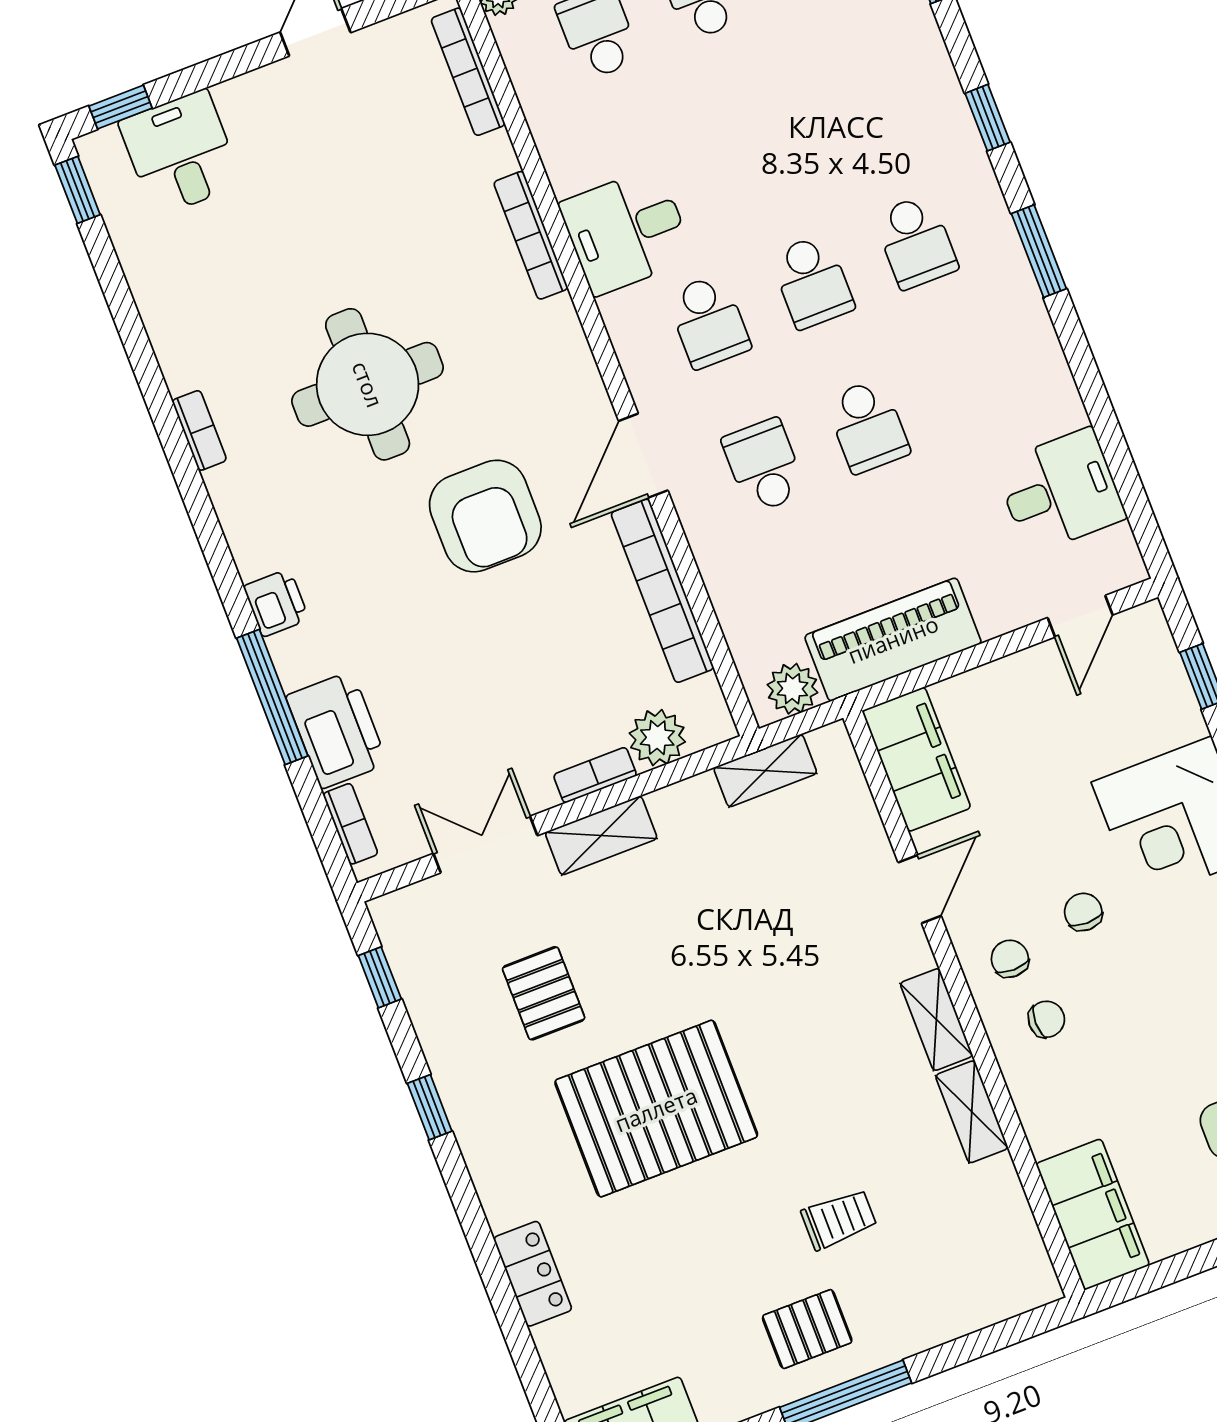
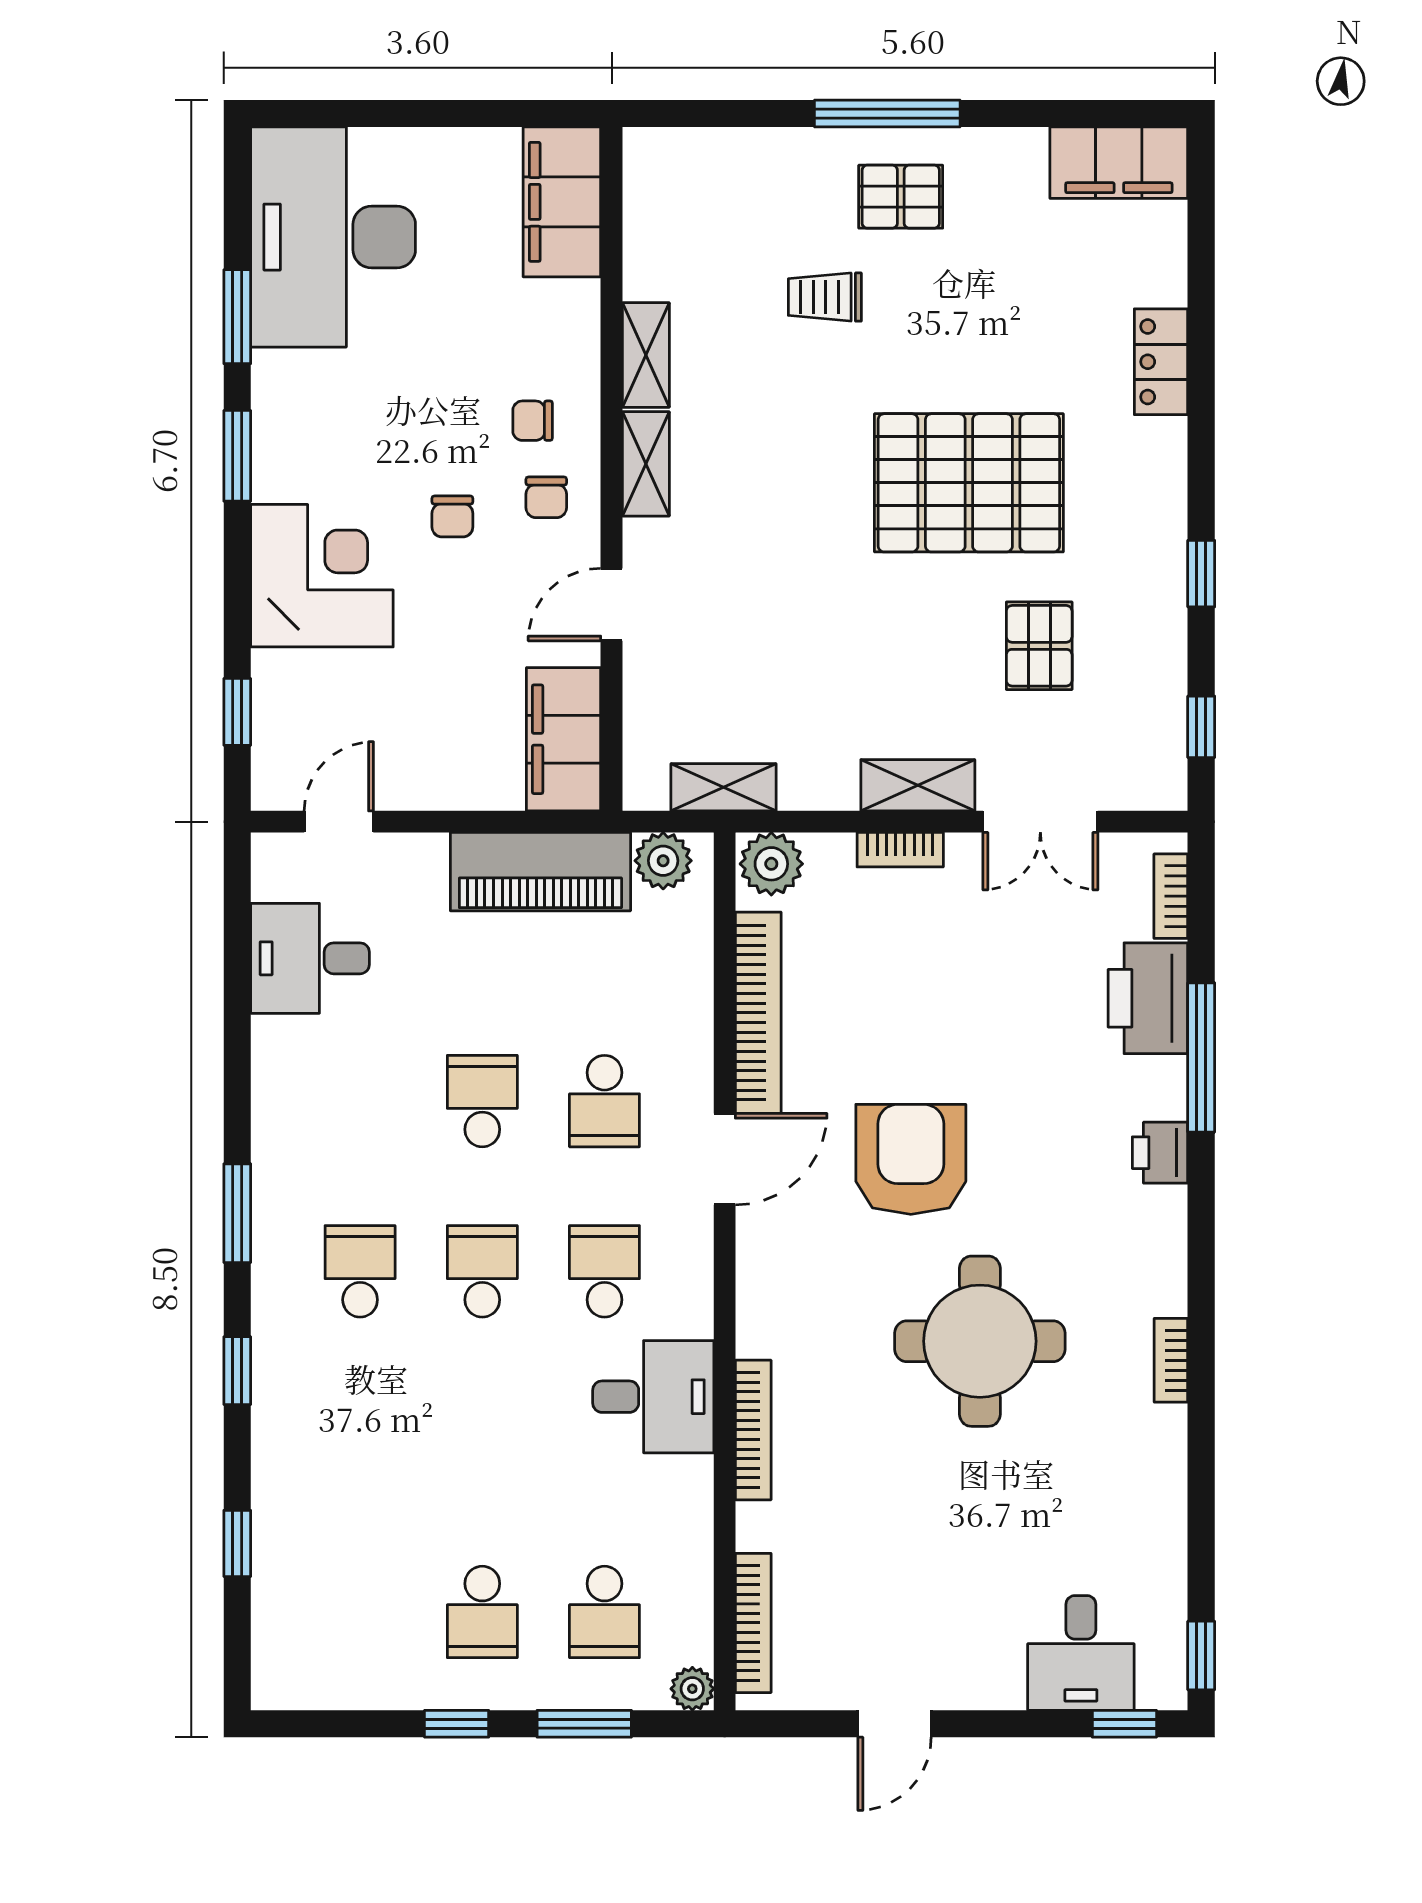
plant: (657, 738) -> (771, 864), moved

